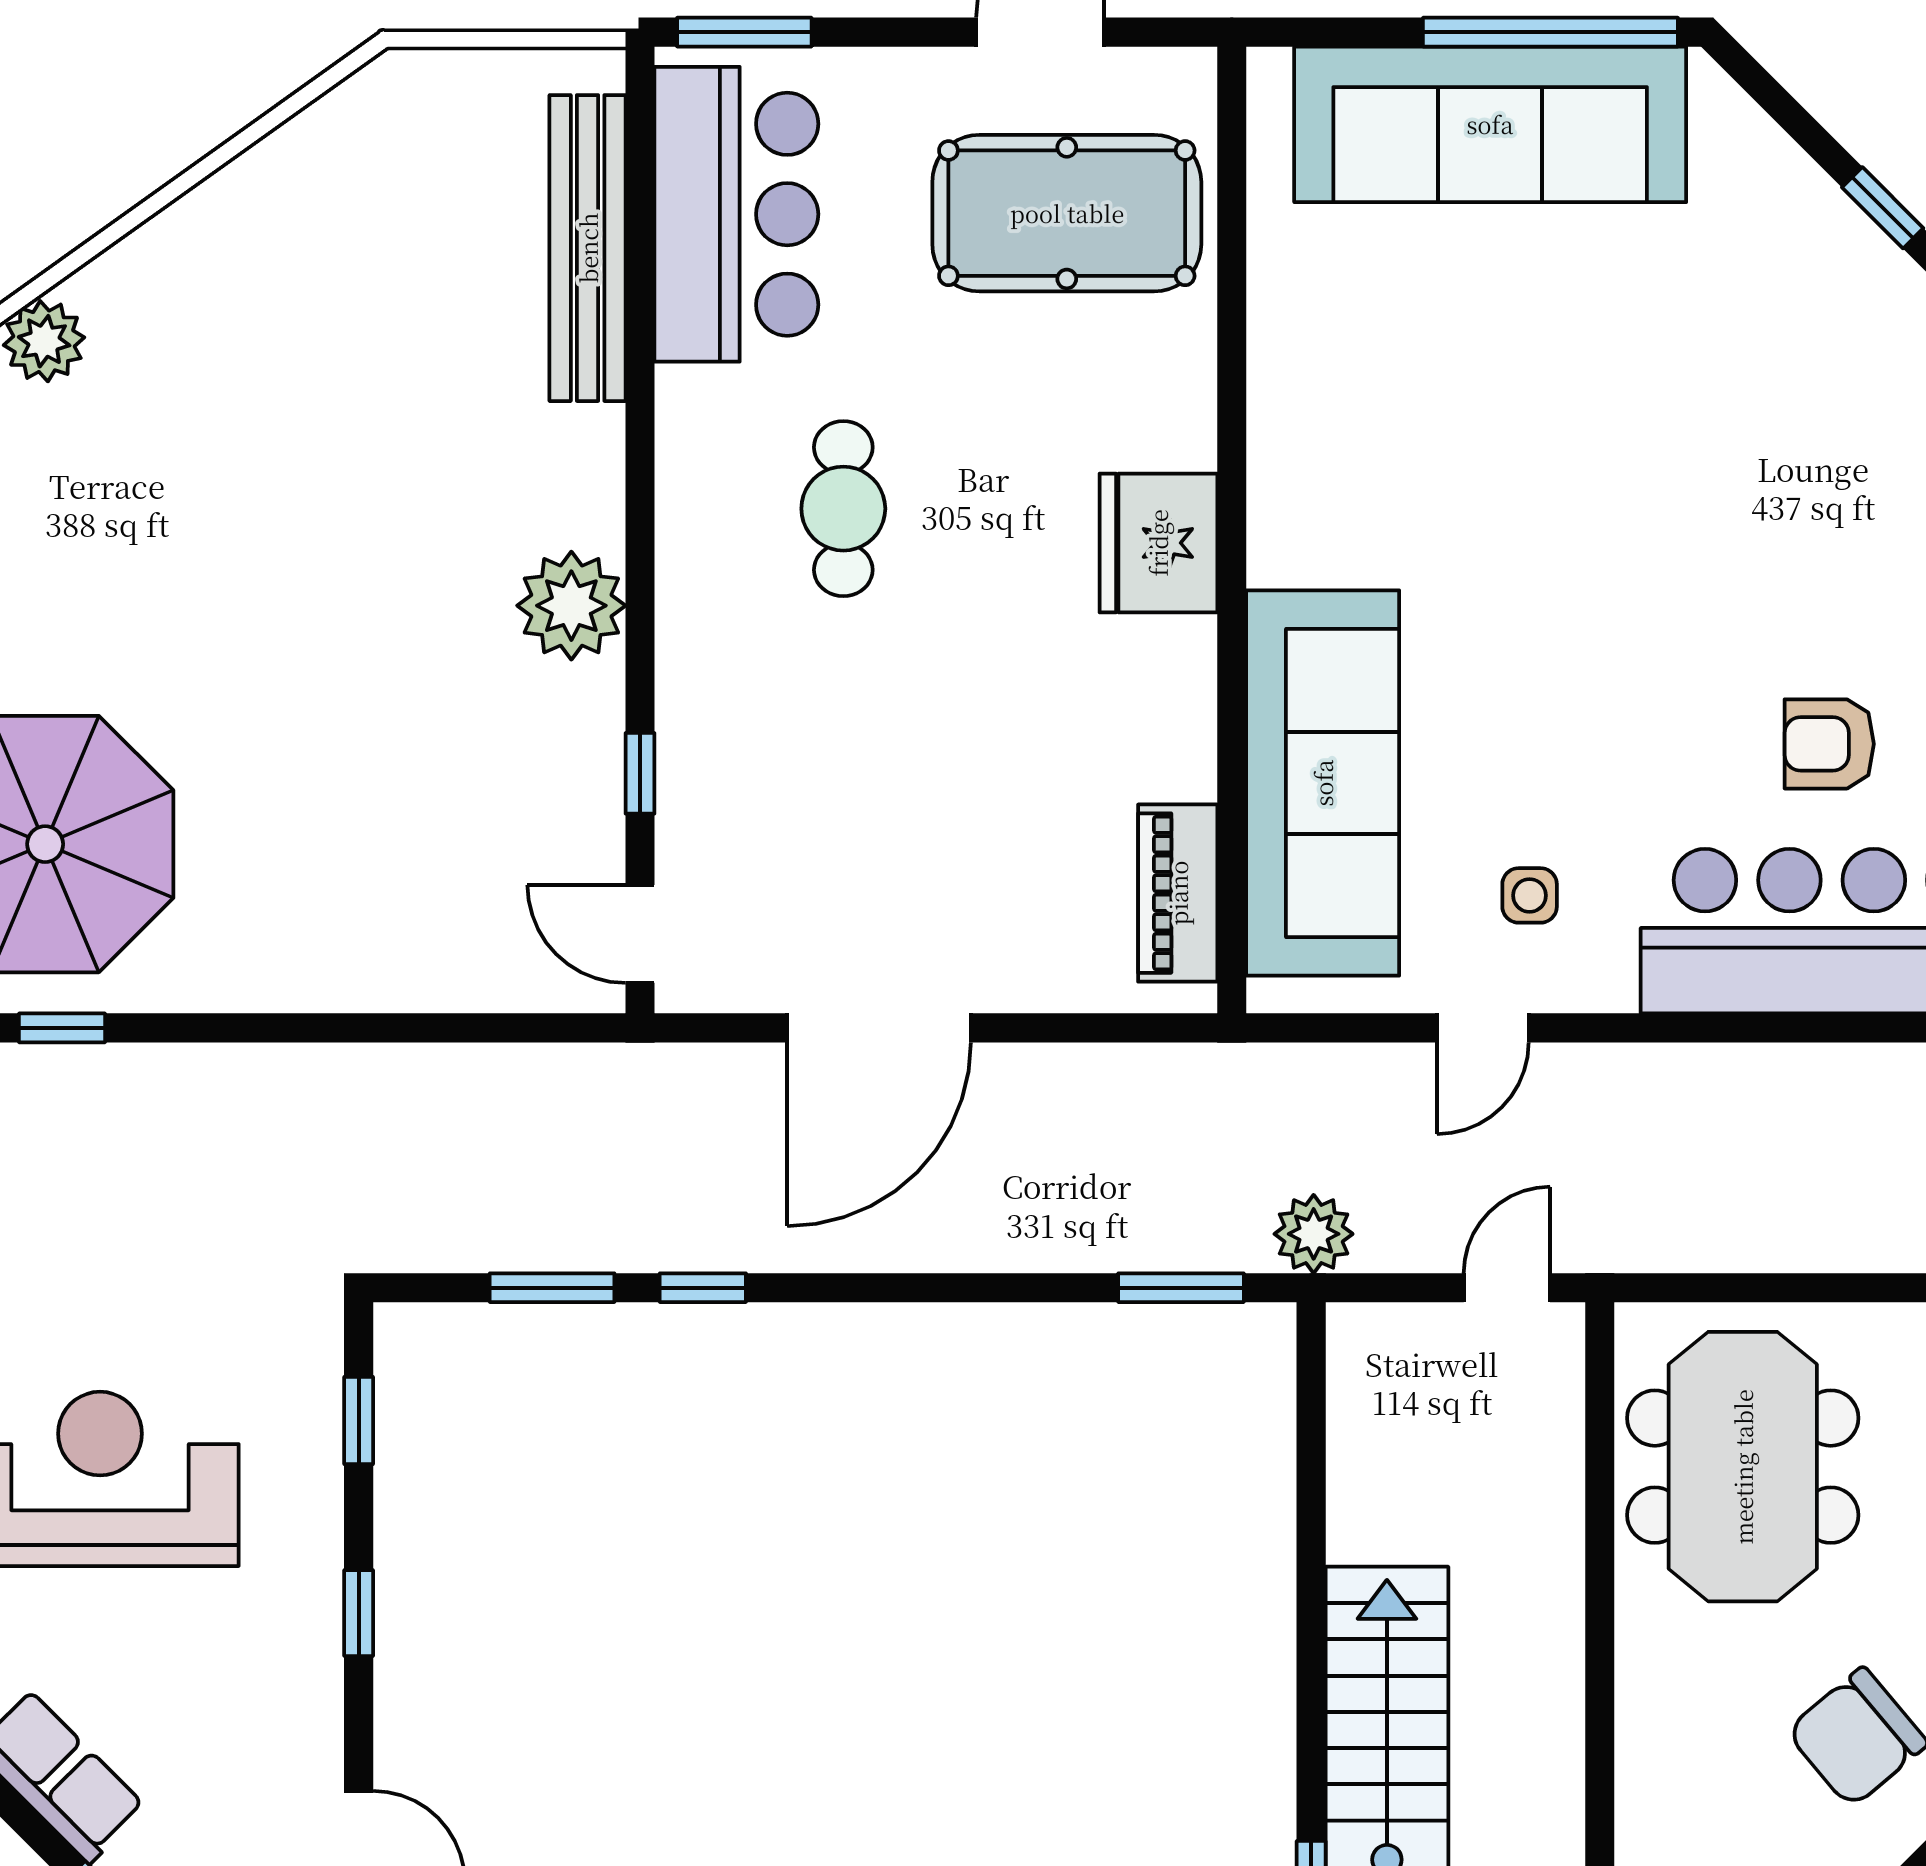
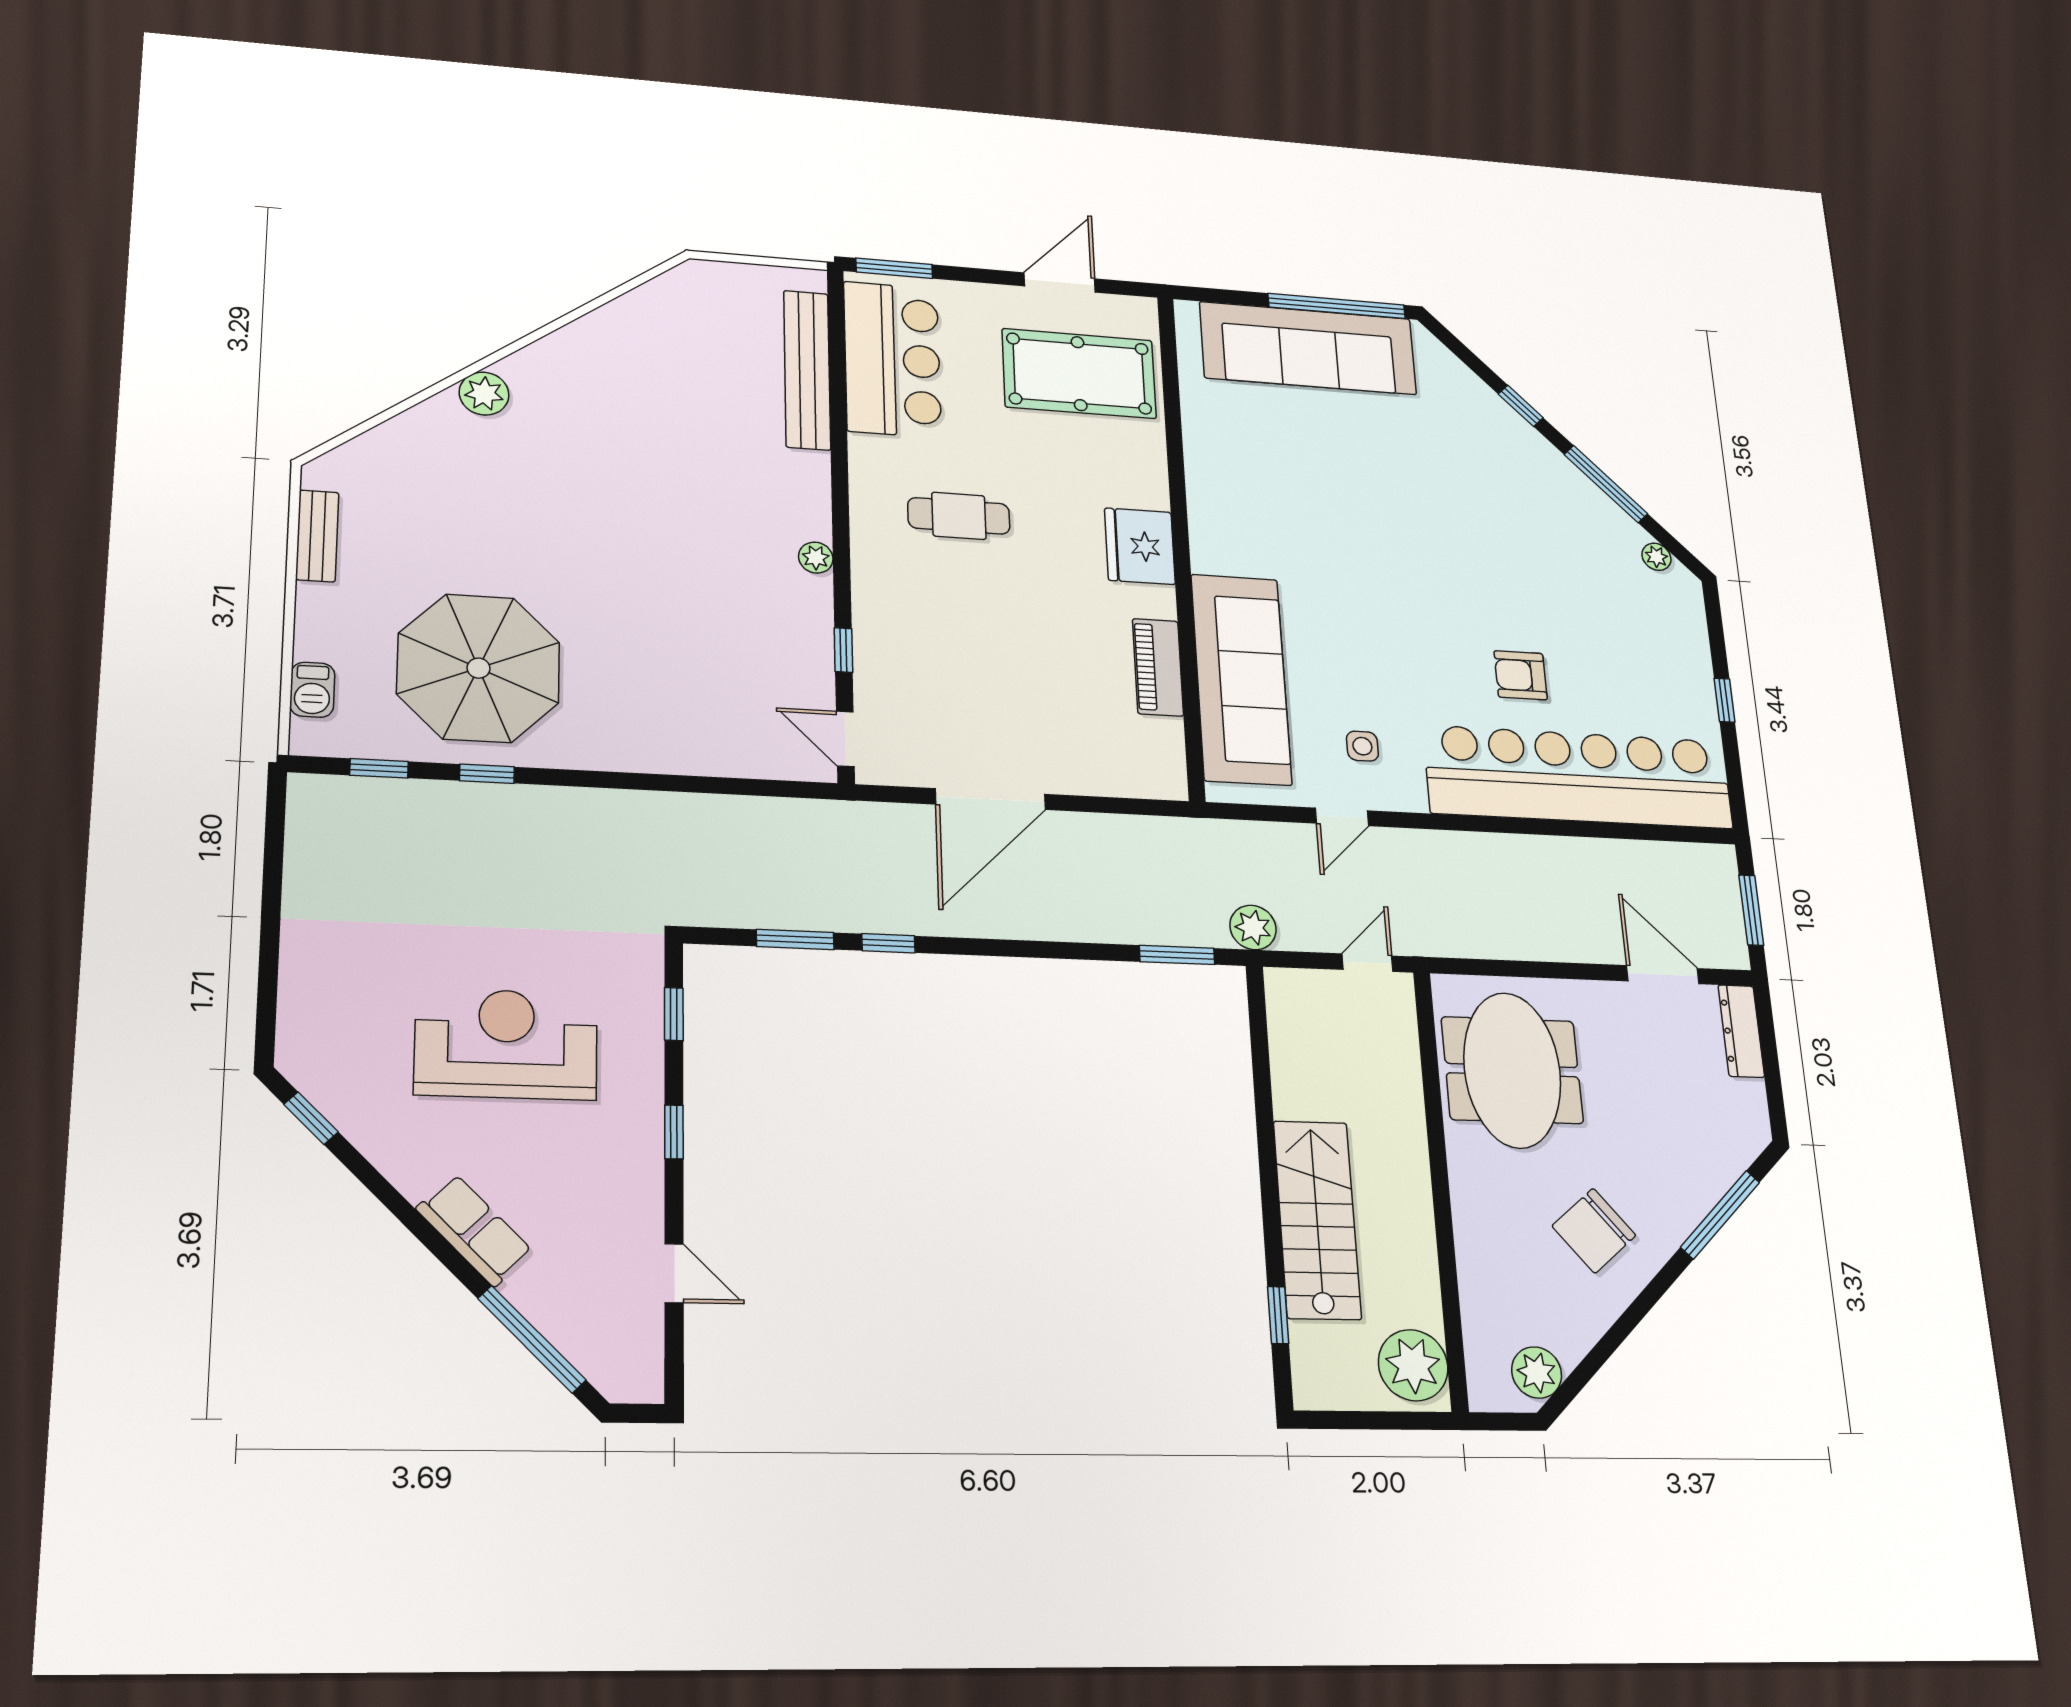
cafe table: (843, 509) -> (959, 516), turned 90
plant: (571, 606) -> (816, 558), width x0.53, depth x0.53
piano: (1178, 893) -> (1158, 667), moved

